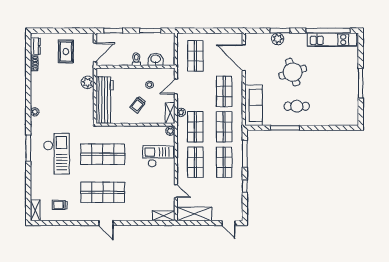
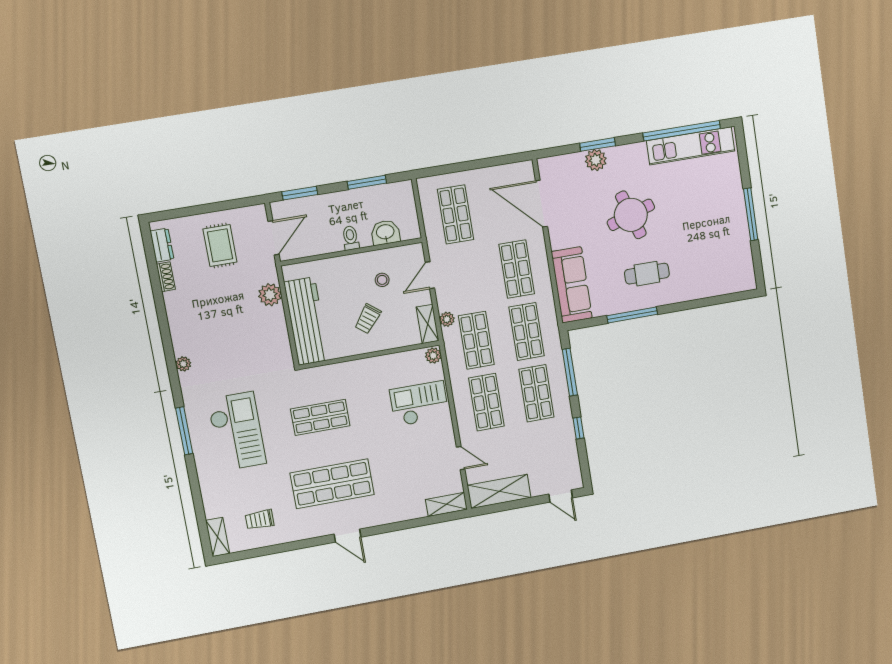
shop shelf: (103, 154) -> (320, 417), width x0.70, depth x0.74

